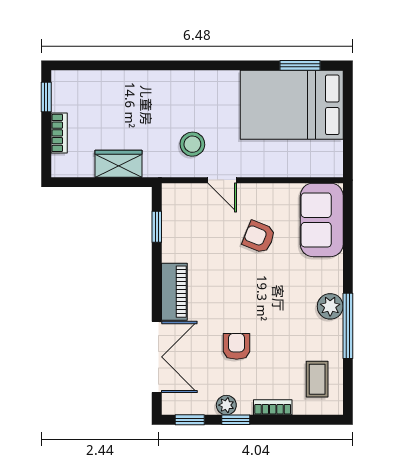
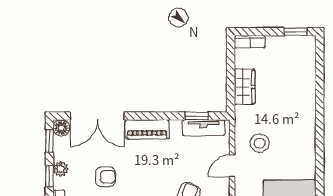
bookcase: (59, 133) -> (250, 42), moved
tv unit: (172, 218) -> (204, 128), added
floor lamp: (172, 404) -> (61, 128), added

